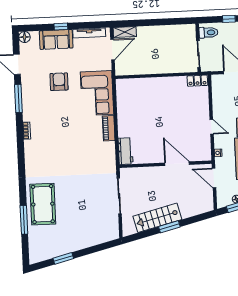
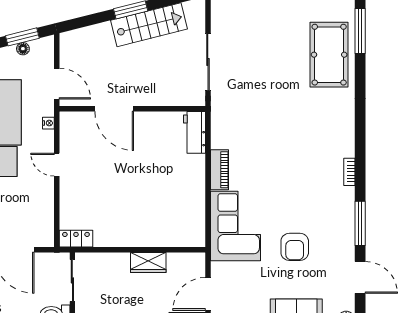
wardrobe: (151, 68) -> (148, 263), added

